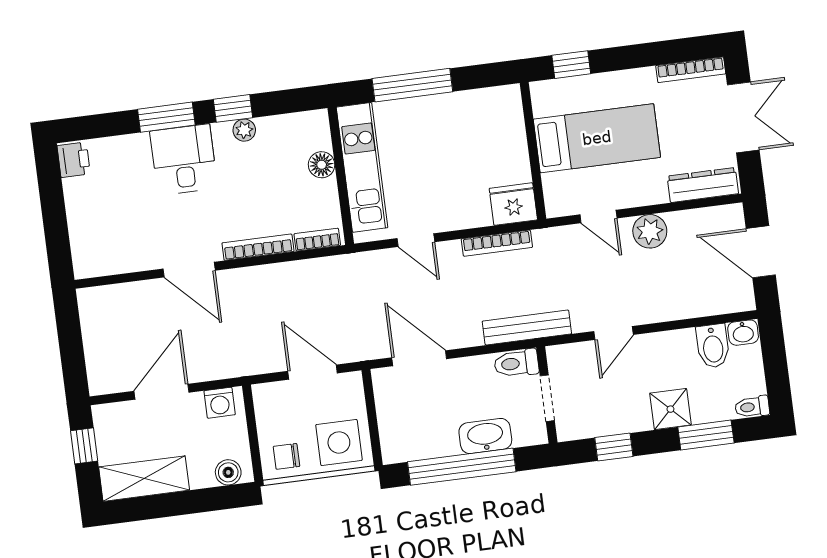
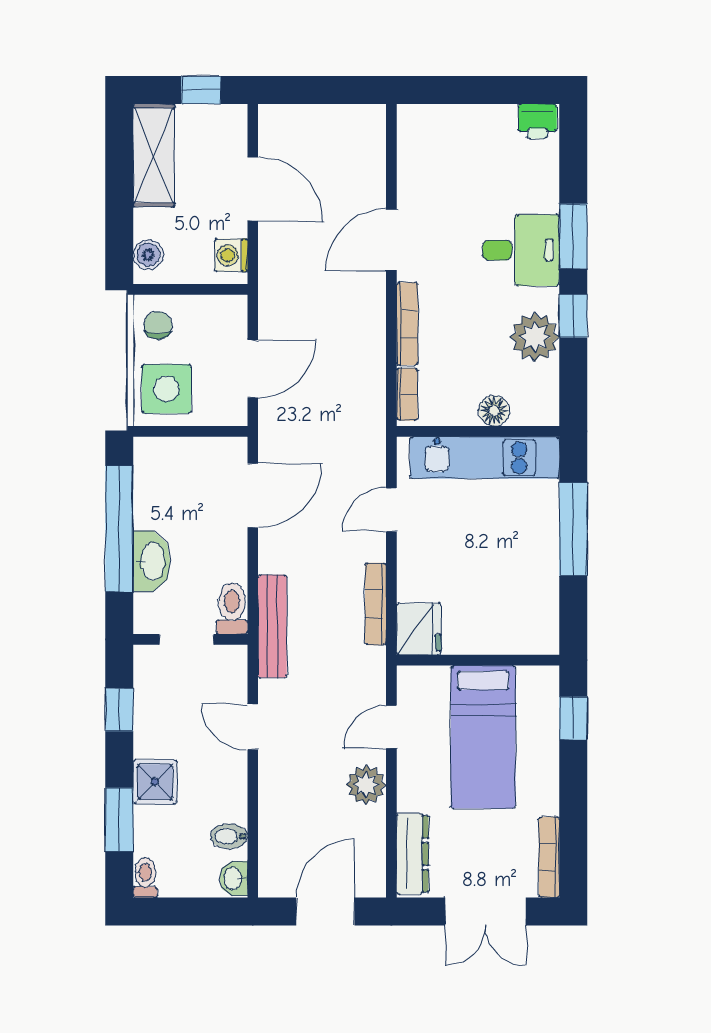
plant: (244, 130) -> (535, 337), width x1.88, depth x1.88
bidet: (713, 346) -> (229, 836), width x0.72, depth x0.74

